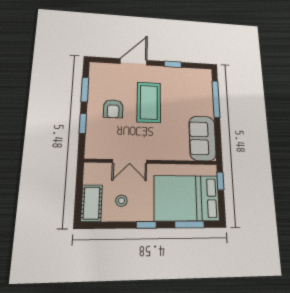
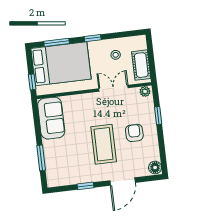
floor lamp: (96, 70) -> (155, 168), added
window: (85, 90) -> (162, 147), removed
window: (216, 99) -> (41, 158), width x0.69
plant: (93, 153) -> (145, 91), added
cot: (92, 203) -> (141, 65), moved

